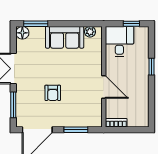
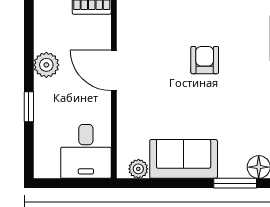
window: (131, 24) -> (65, 183), removed
plant: (142, 90) -> (46, 65), added

